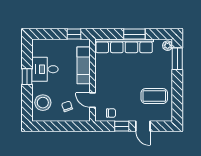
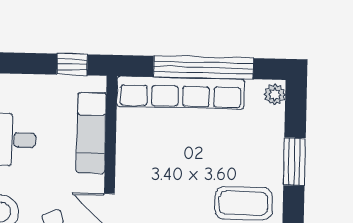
window: (134, 34) -> (203, 67), width x2.11
window: (177, 59) -> (294, 162), moved

